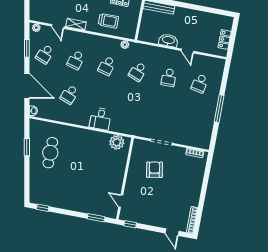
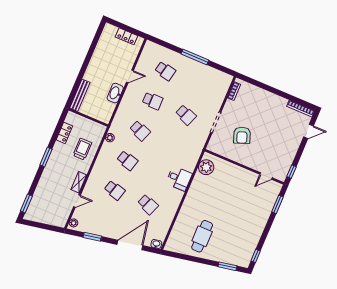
school desk: (45, 54) -> (186, 115), moved
window: (27, 147) -> (228, 266), moved
cafe table: (50, 153) -> (202, 236), turned 90
armchair: (155, 170) -> (242, 135), turned -101

